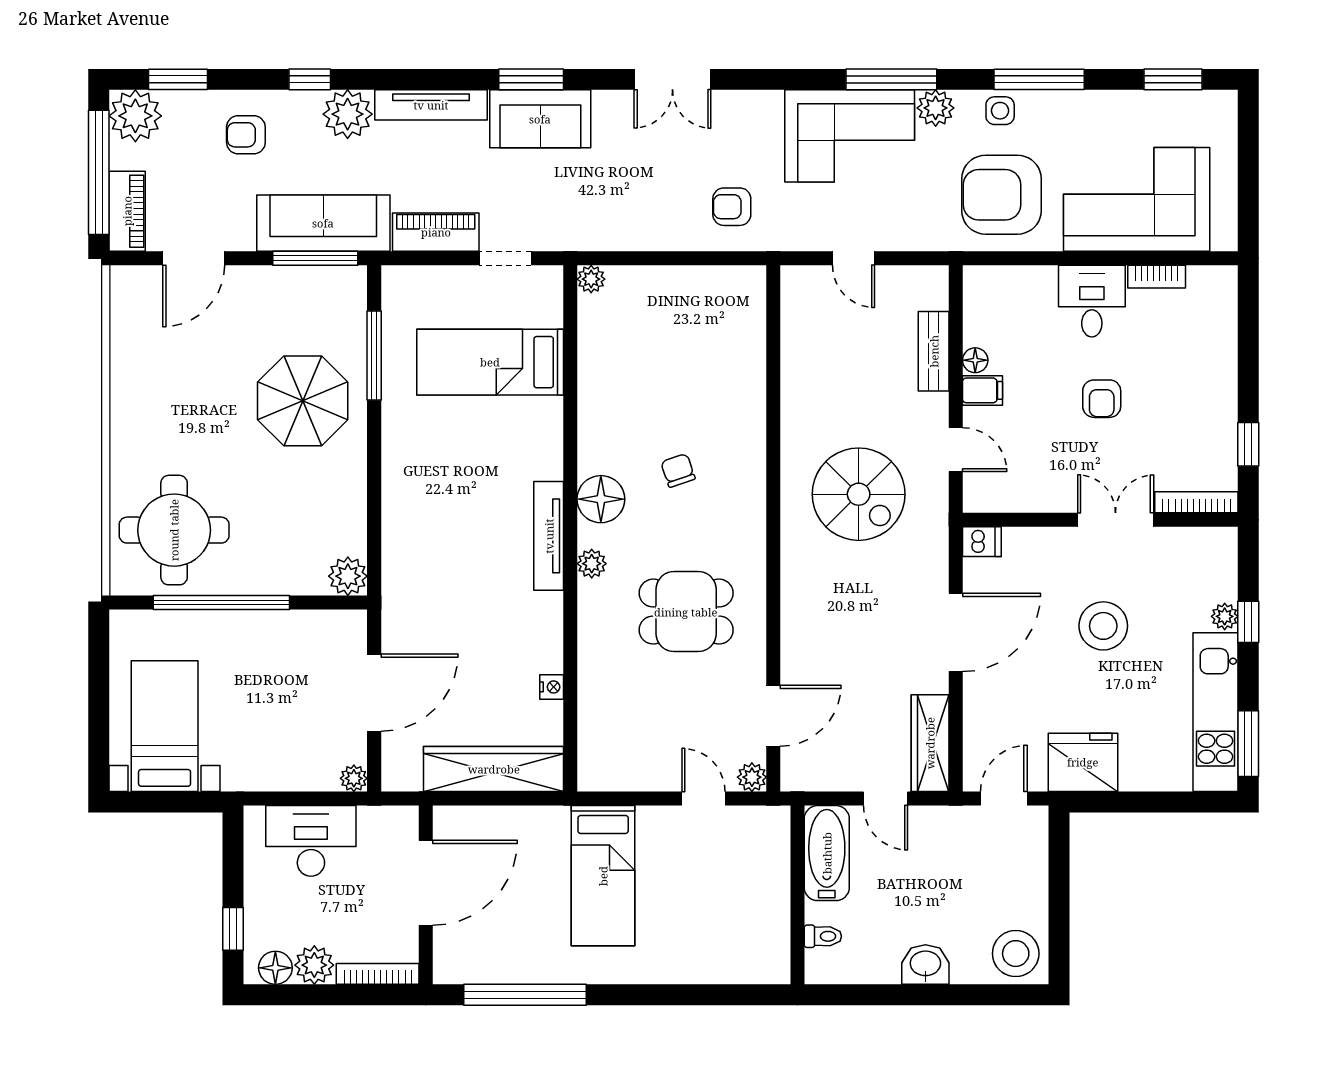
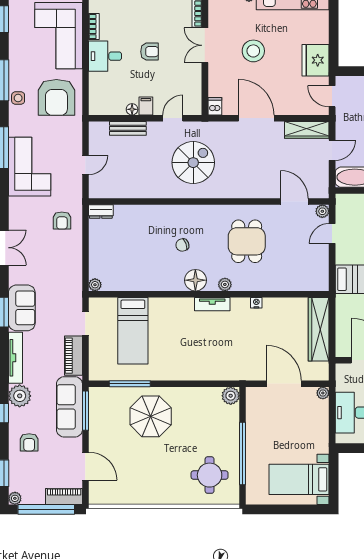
plant: (936, 108) -> (17, 127), removed
plant: (135, 116) -> (15, 498), width x0.53, depth x0.53
dresser: (751, 292) -> (101, 212), added
round table: (174, 530) -> (210, 475), width x0.73, depth x0.73
tv unit: (549, 536) -> (212, 304), width x0.71
nightstand: (552, 687) -> (256, 303), moved

